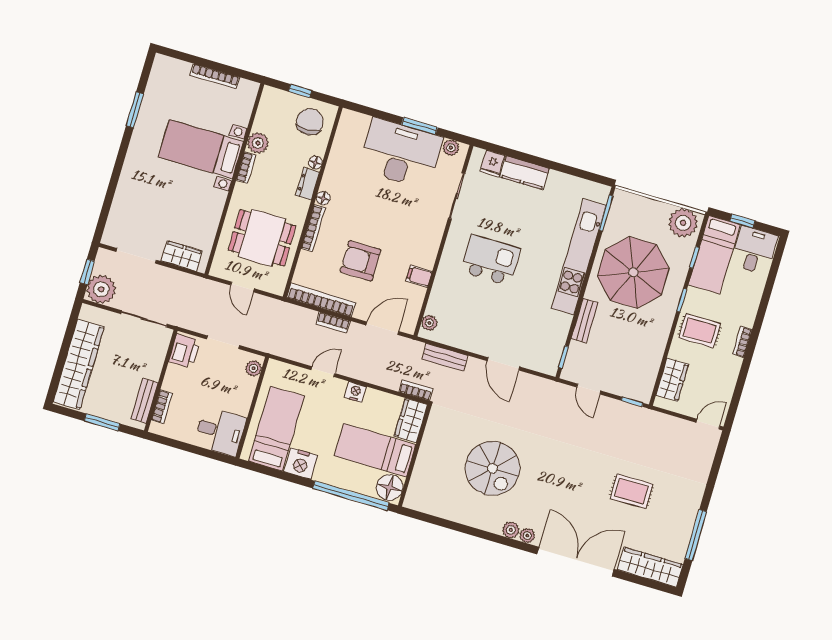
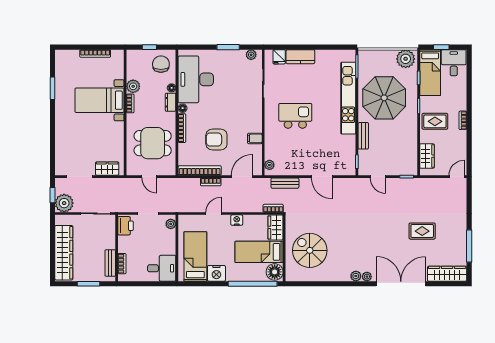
desk: (401, 153) -> (196, 79), moved, turned -90
spiral stairs: (492, 468) -> (310, 250), moved, turned 180

